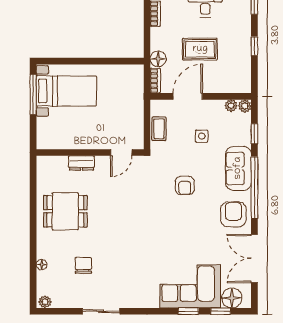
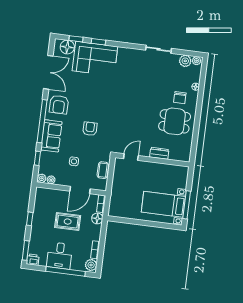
chair: (83, 265) -> (180, 98), moved
plant: (61, 299) -> (185, 61), added

